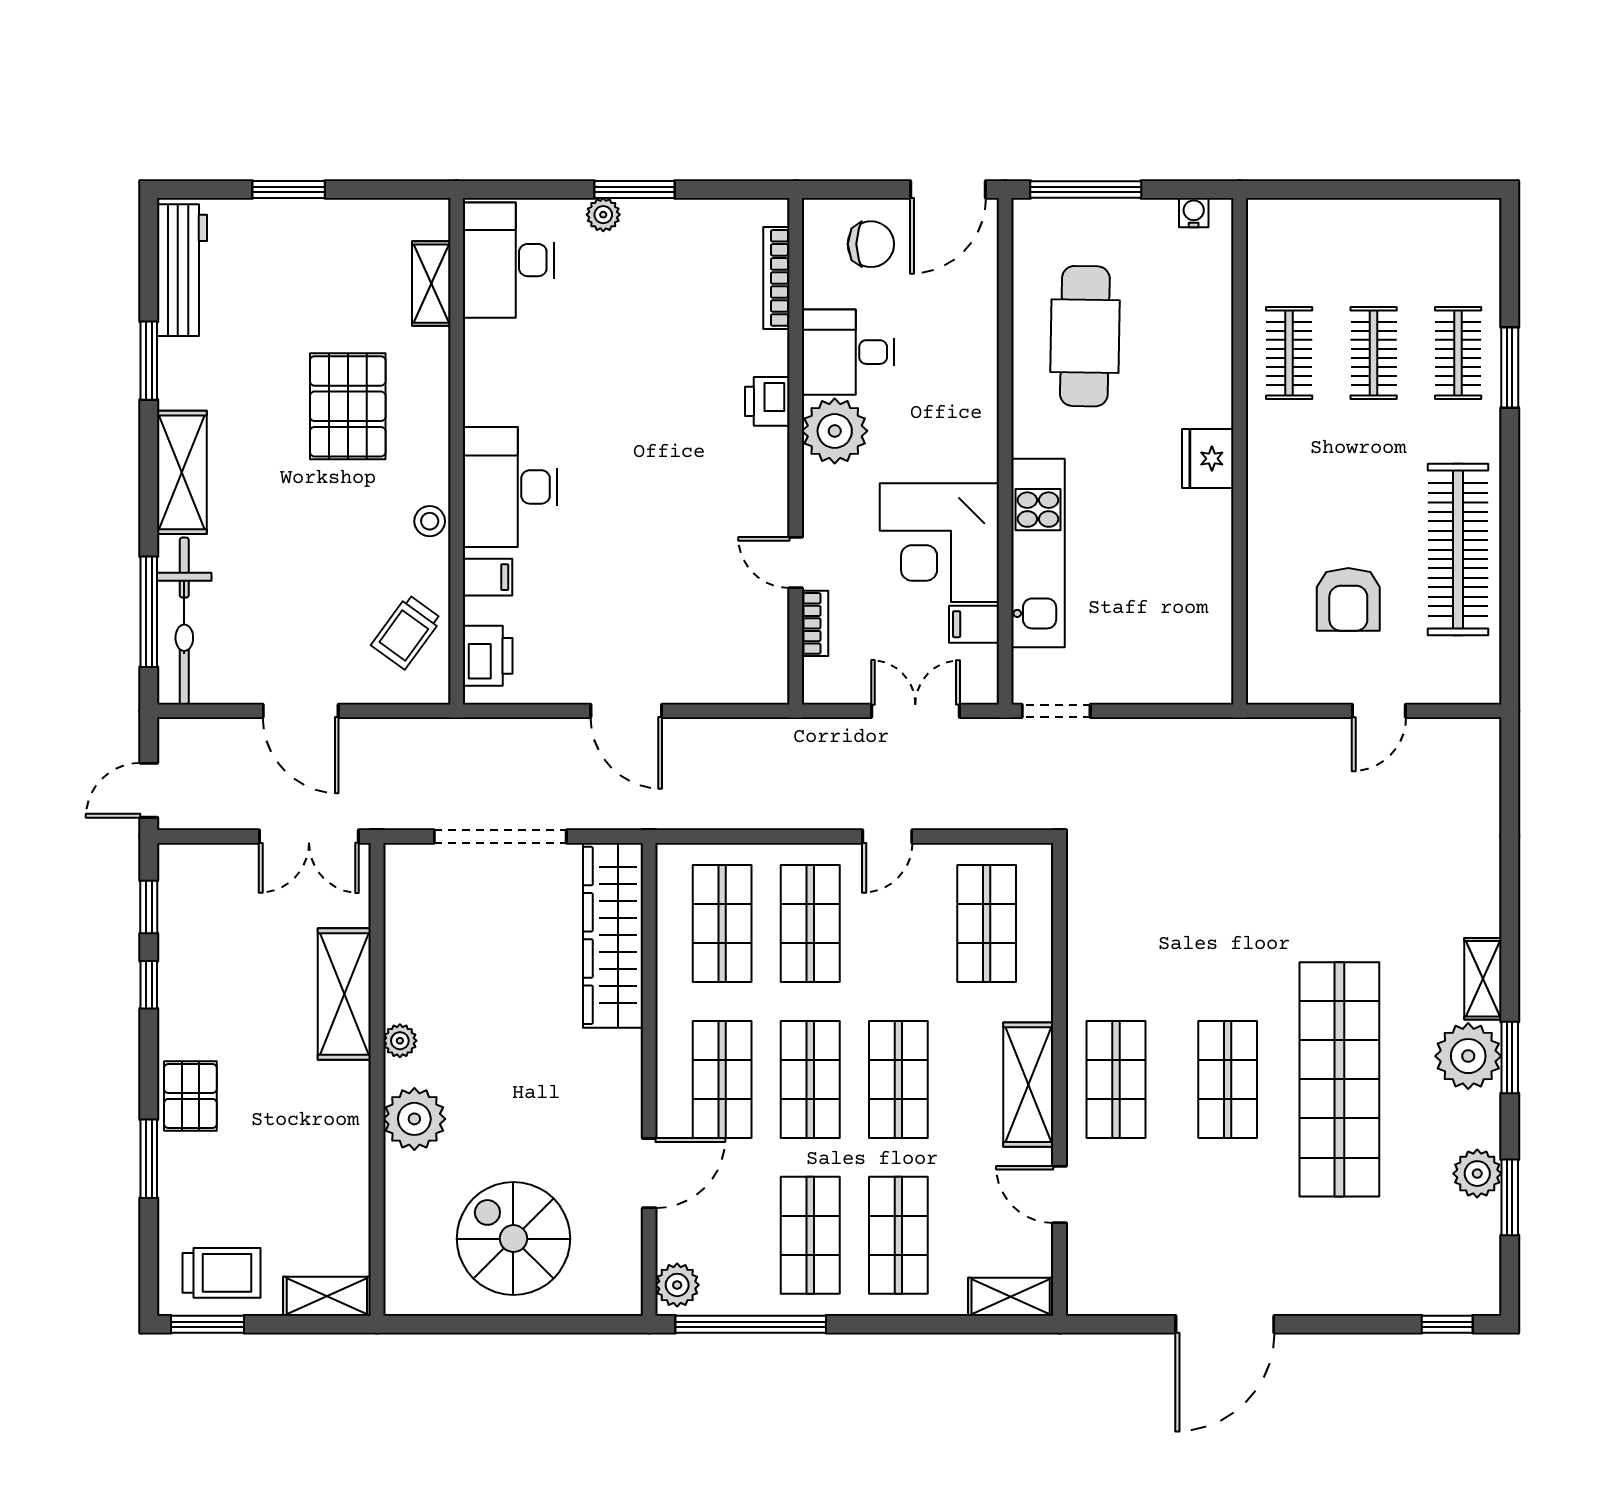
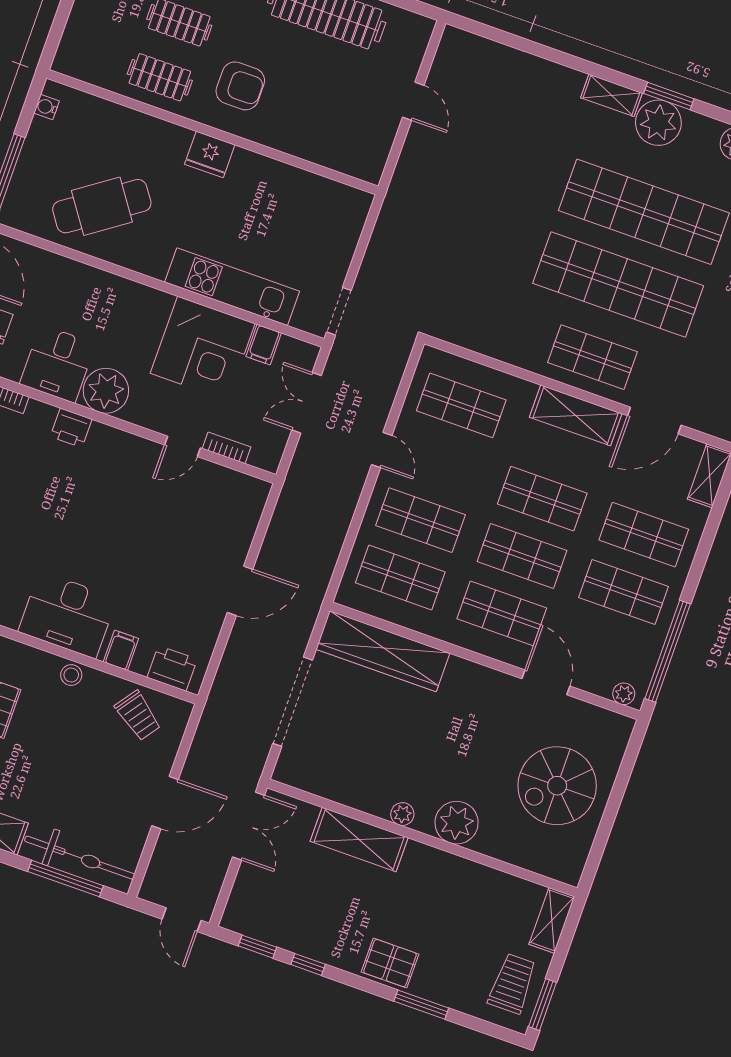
cafe table: (1085, 336) -> (102, 206), turned -36
armchair: (1348, 599) -> (240, 86), moved
shop shelf: (1228, 1079) -> (618, 284), width x2.00, depth x1.36
door: (1060, 1195) -> (654, 420), width x1.38
plant: (677, 1285) -> (624, 694), width x0.73, depth x0.73

